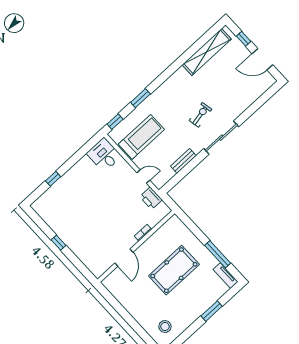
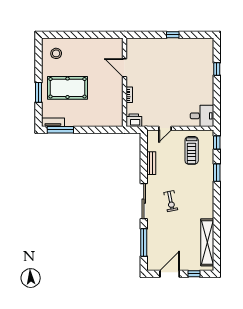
window: (256, 105) -> (144, 242), added
treadmill: (141, 137) -> (192, 150), width x0.73, depth x0.73
printer: (151, 198) -> (134, 120), moved
window: (218, 254) -> (60, 130), moved
pool table: (174, 270) -> (67, 88), moved, turned 90

